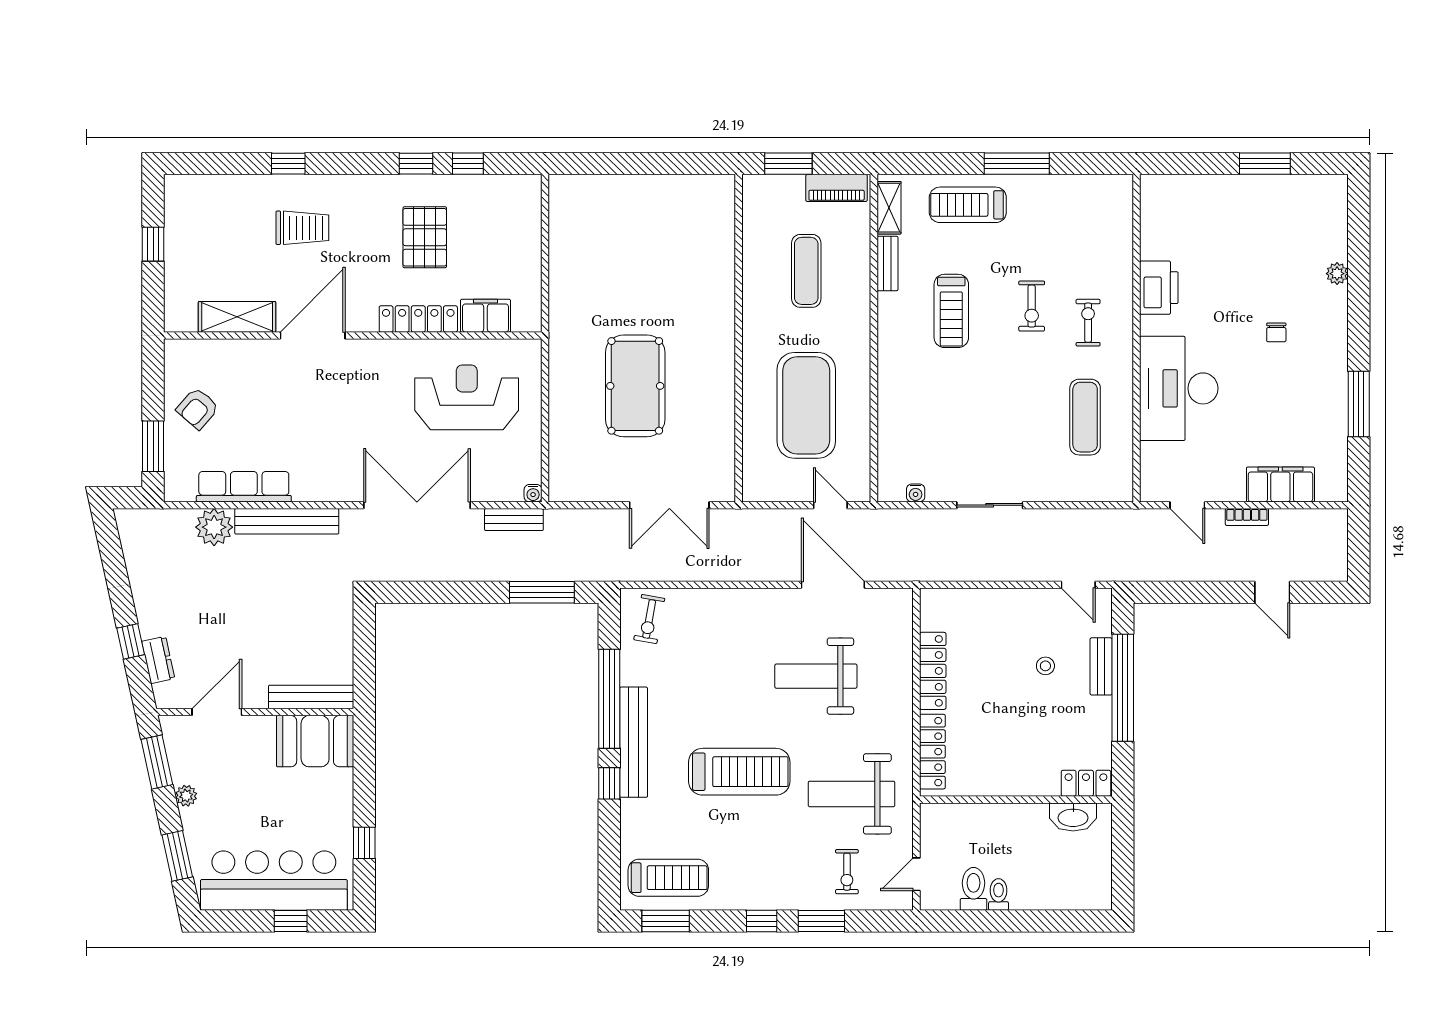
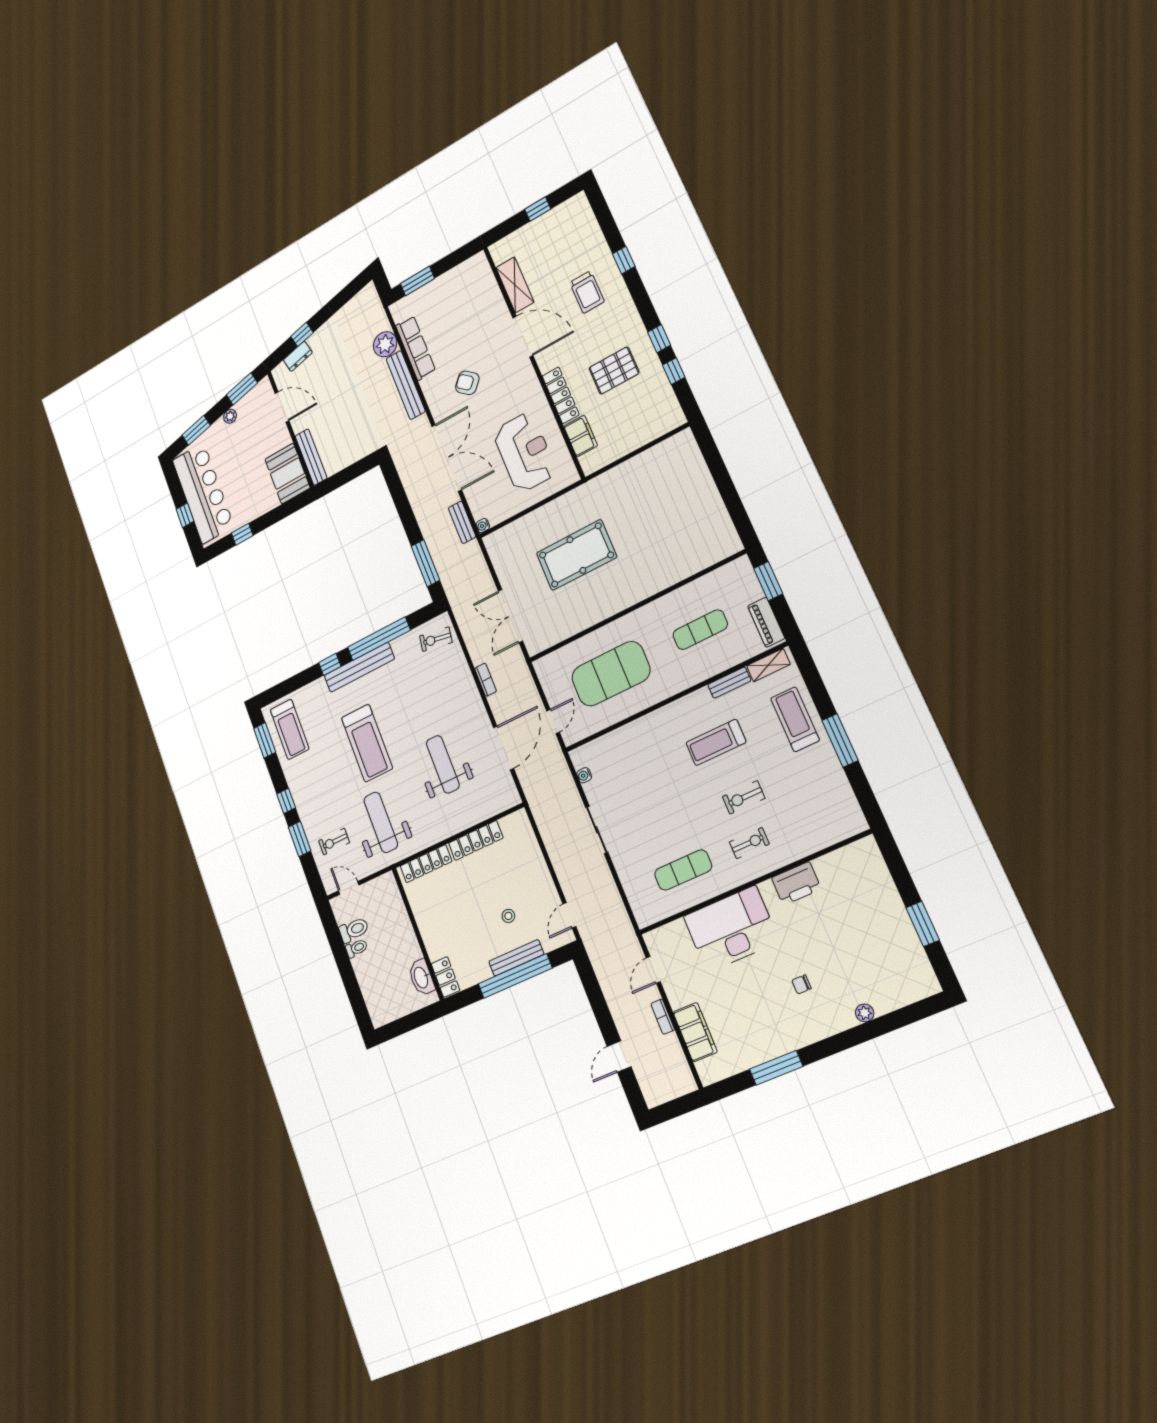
armchair: (198, 408) -> (467, 383), moved
bookcase: (735, 573) -> (486, 680), added
bench: (1101, 666) -> (516, 958), width x1.36

